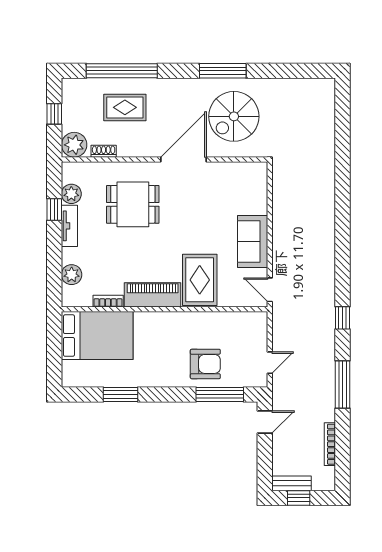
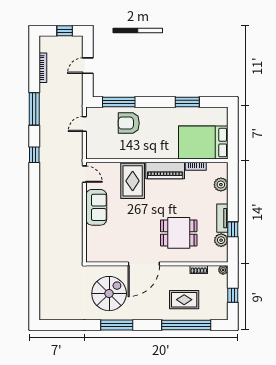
plant: (74, 145) -> (223, 270), width x0.53, depth x0.53
door: (265, 422) -> (88, 66), moved
bench: (291, 483) -> (69, 41), removed

